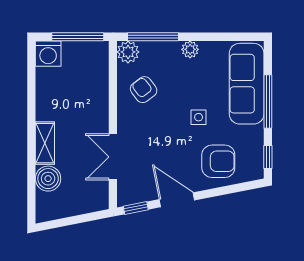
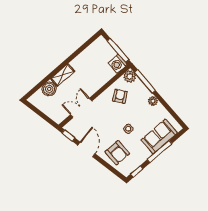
washing machine: (48, 54) -> (118, 64), moved
sofa: (247, 84) -> (159, 136), width x0.73

